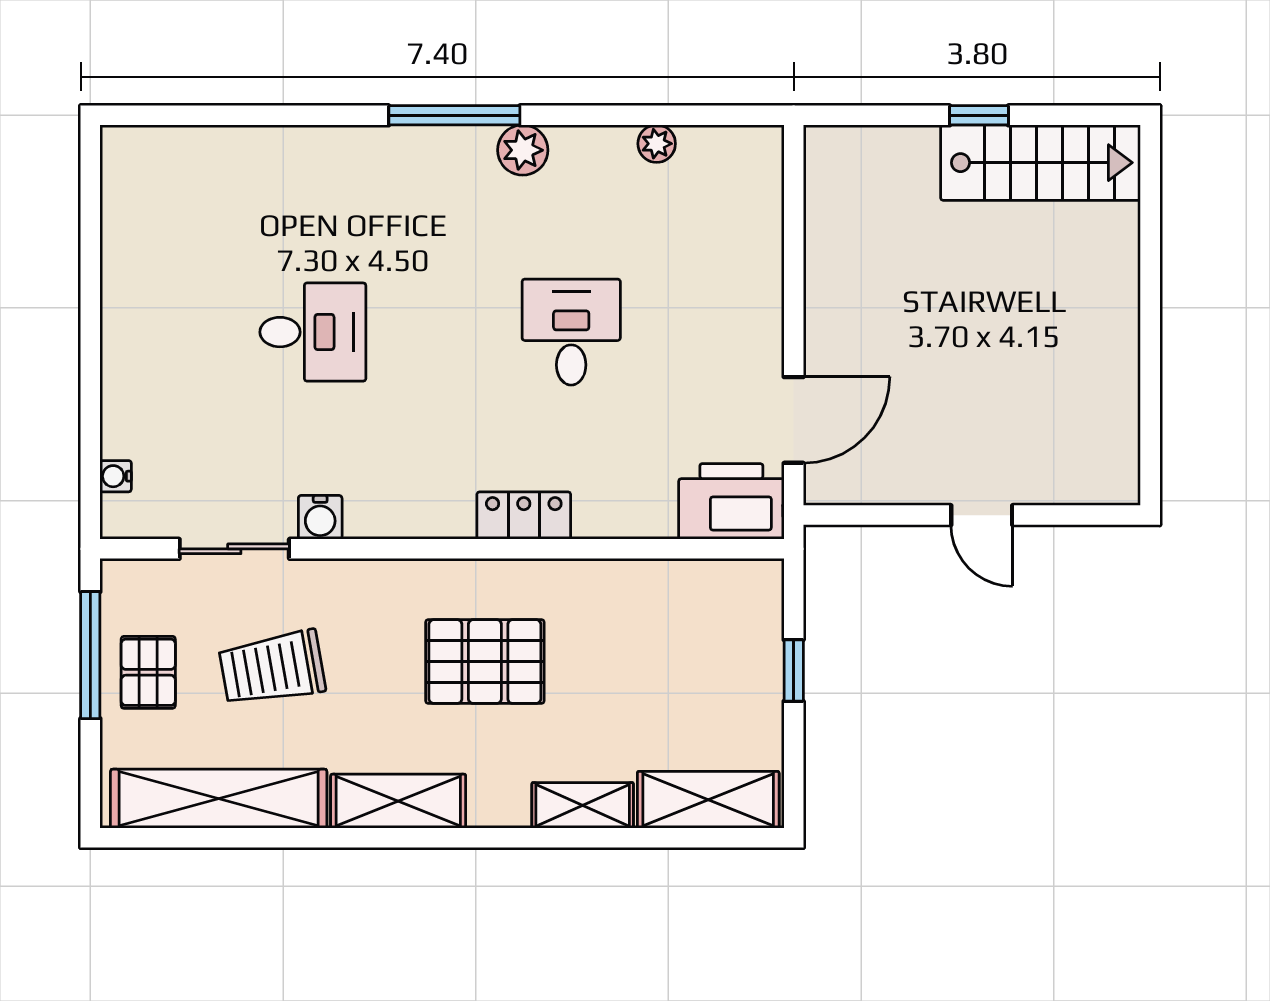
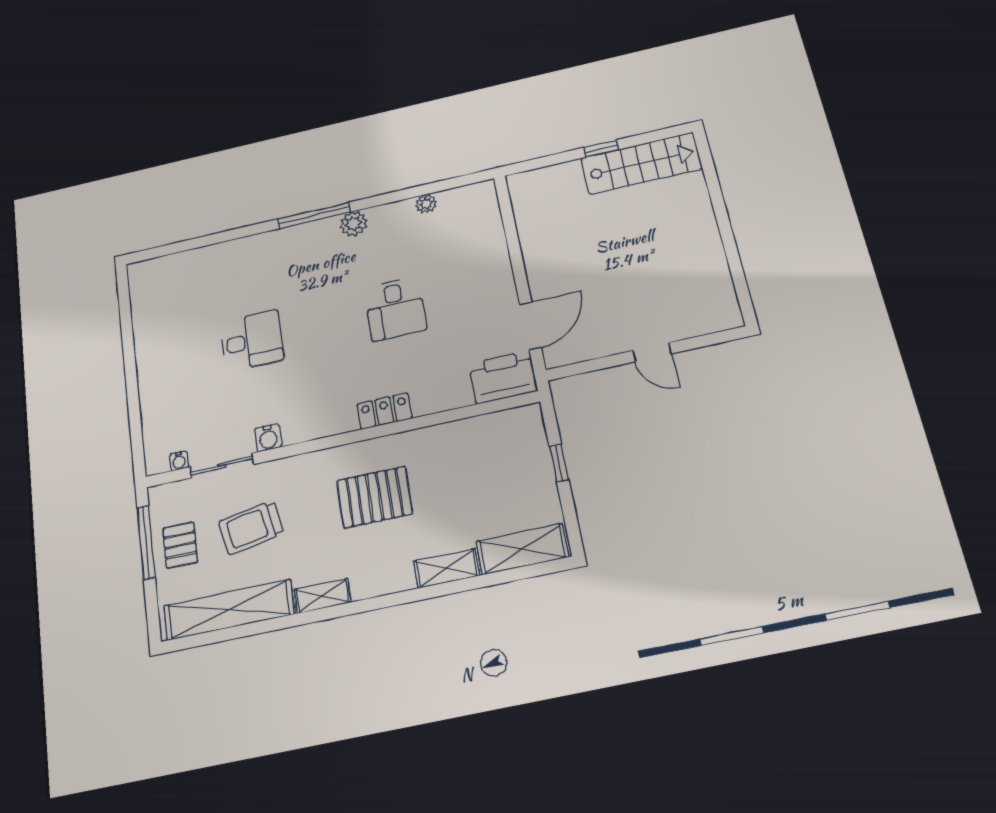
desk: (571, 332) -> (395, 308), turned 180
water cooler: (116, 476) -> (179, 461), moved, turned -90
shelving: (398, 801) -> (322, 596), width x0.67, depth x0.75

